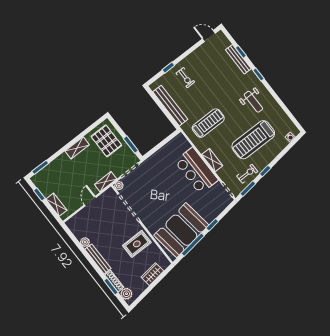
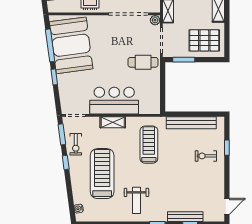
weight bench: (253, 102) -> (136, 200), turned -90
treadmill: (208, 123) -> (149, 145), turned 180
cafe table: (154, 171) -> (143, 62), added

